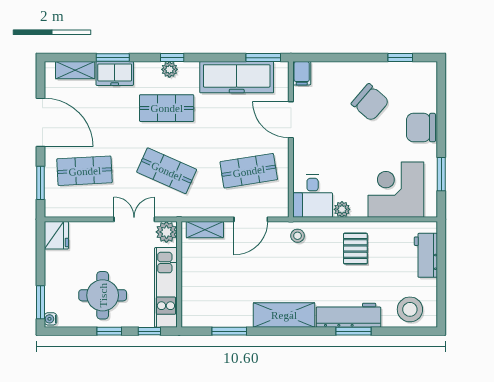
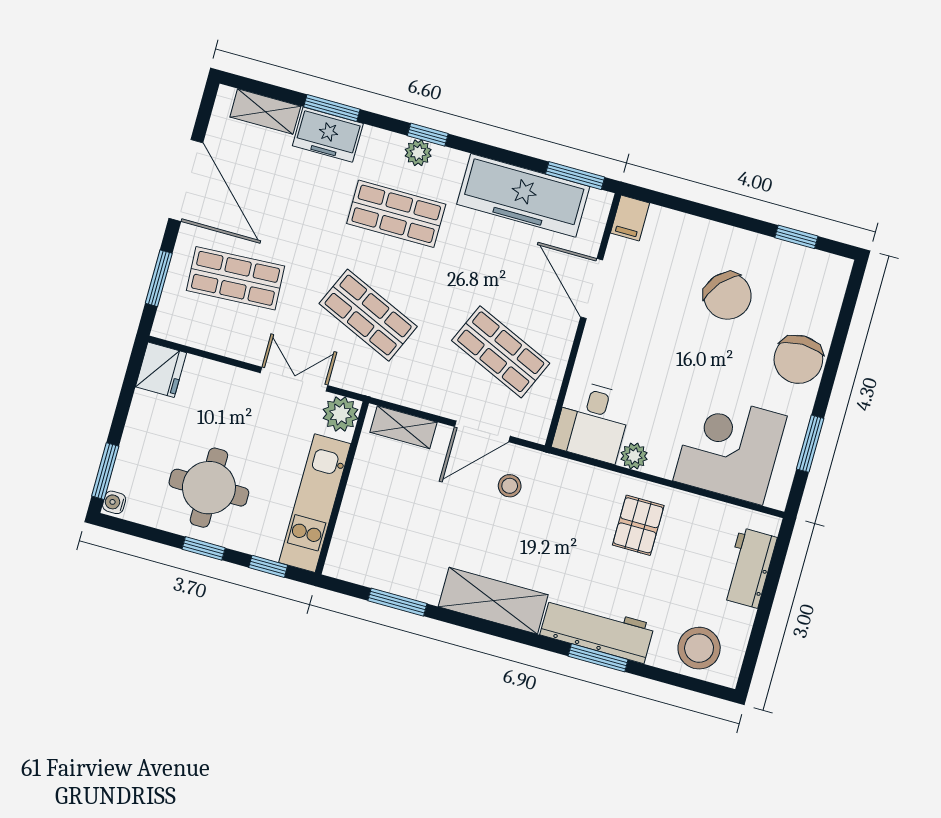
chair: (421, 128) -> (798, 359), turned -90
shop shelf: (249, 171) -> (501, 352), turned 33
stool: (298, 236) -> (510, 486), moved

